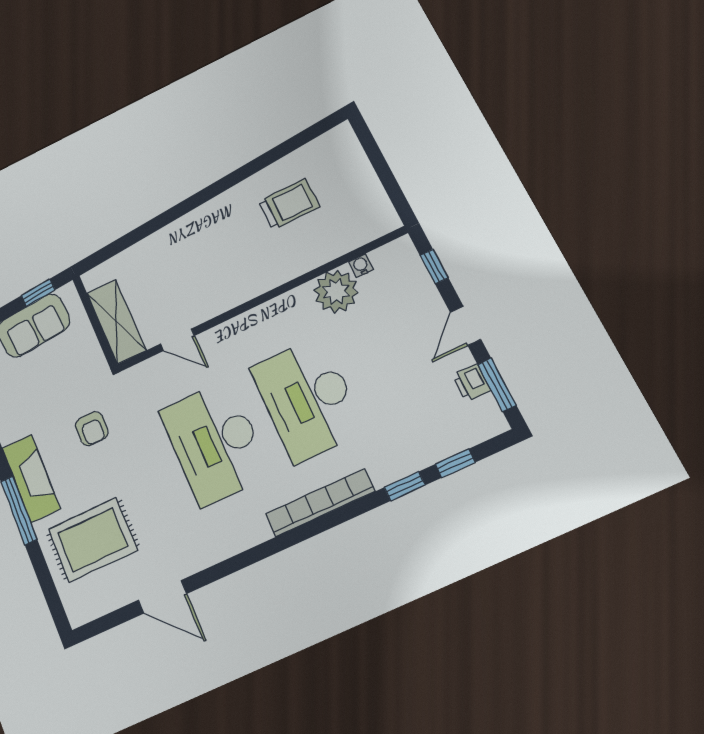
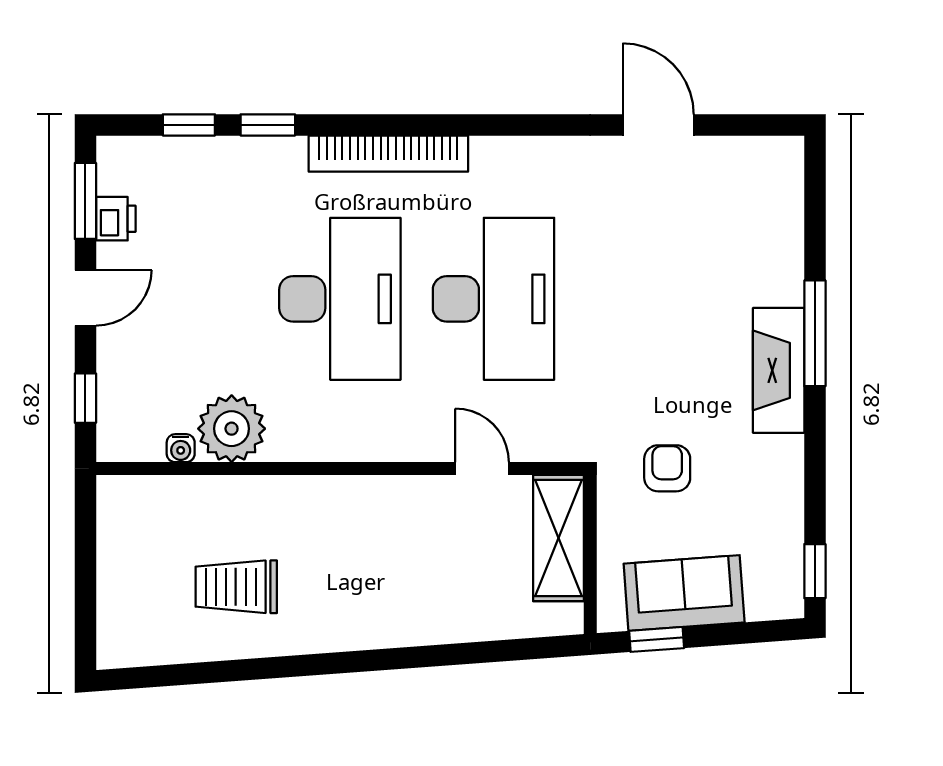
armchair: (92, 429) -> (667, 468), moved
rug: (93, 540) -> (724, 244), removed

